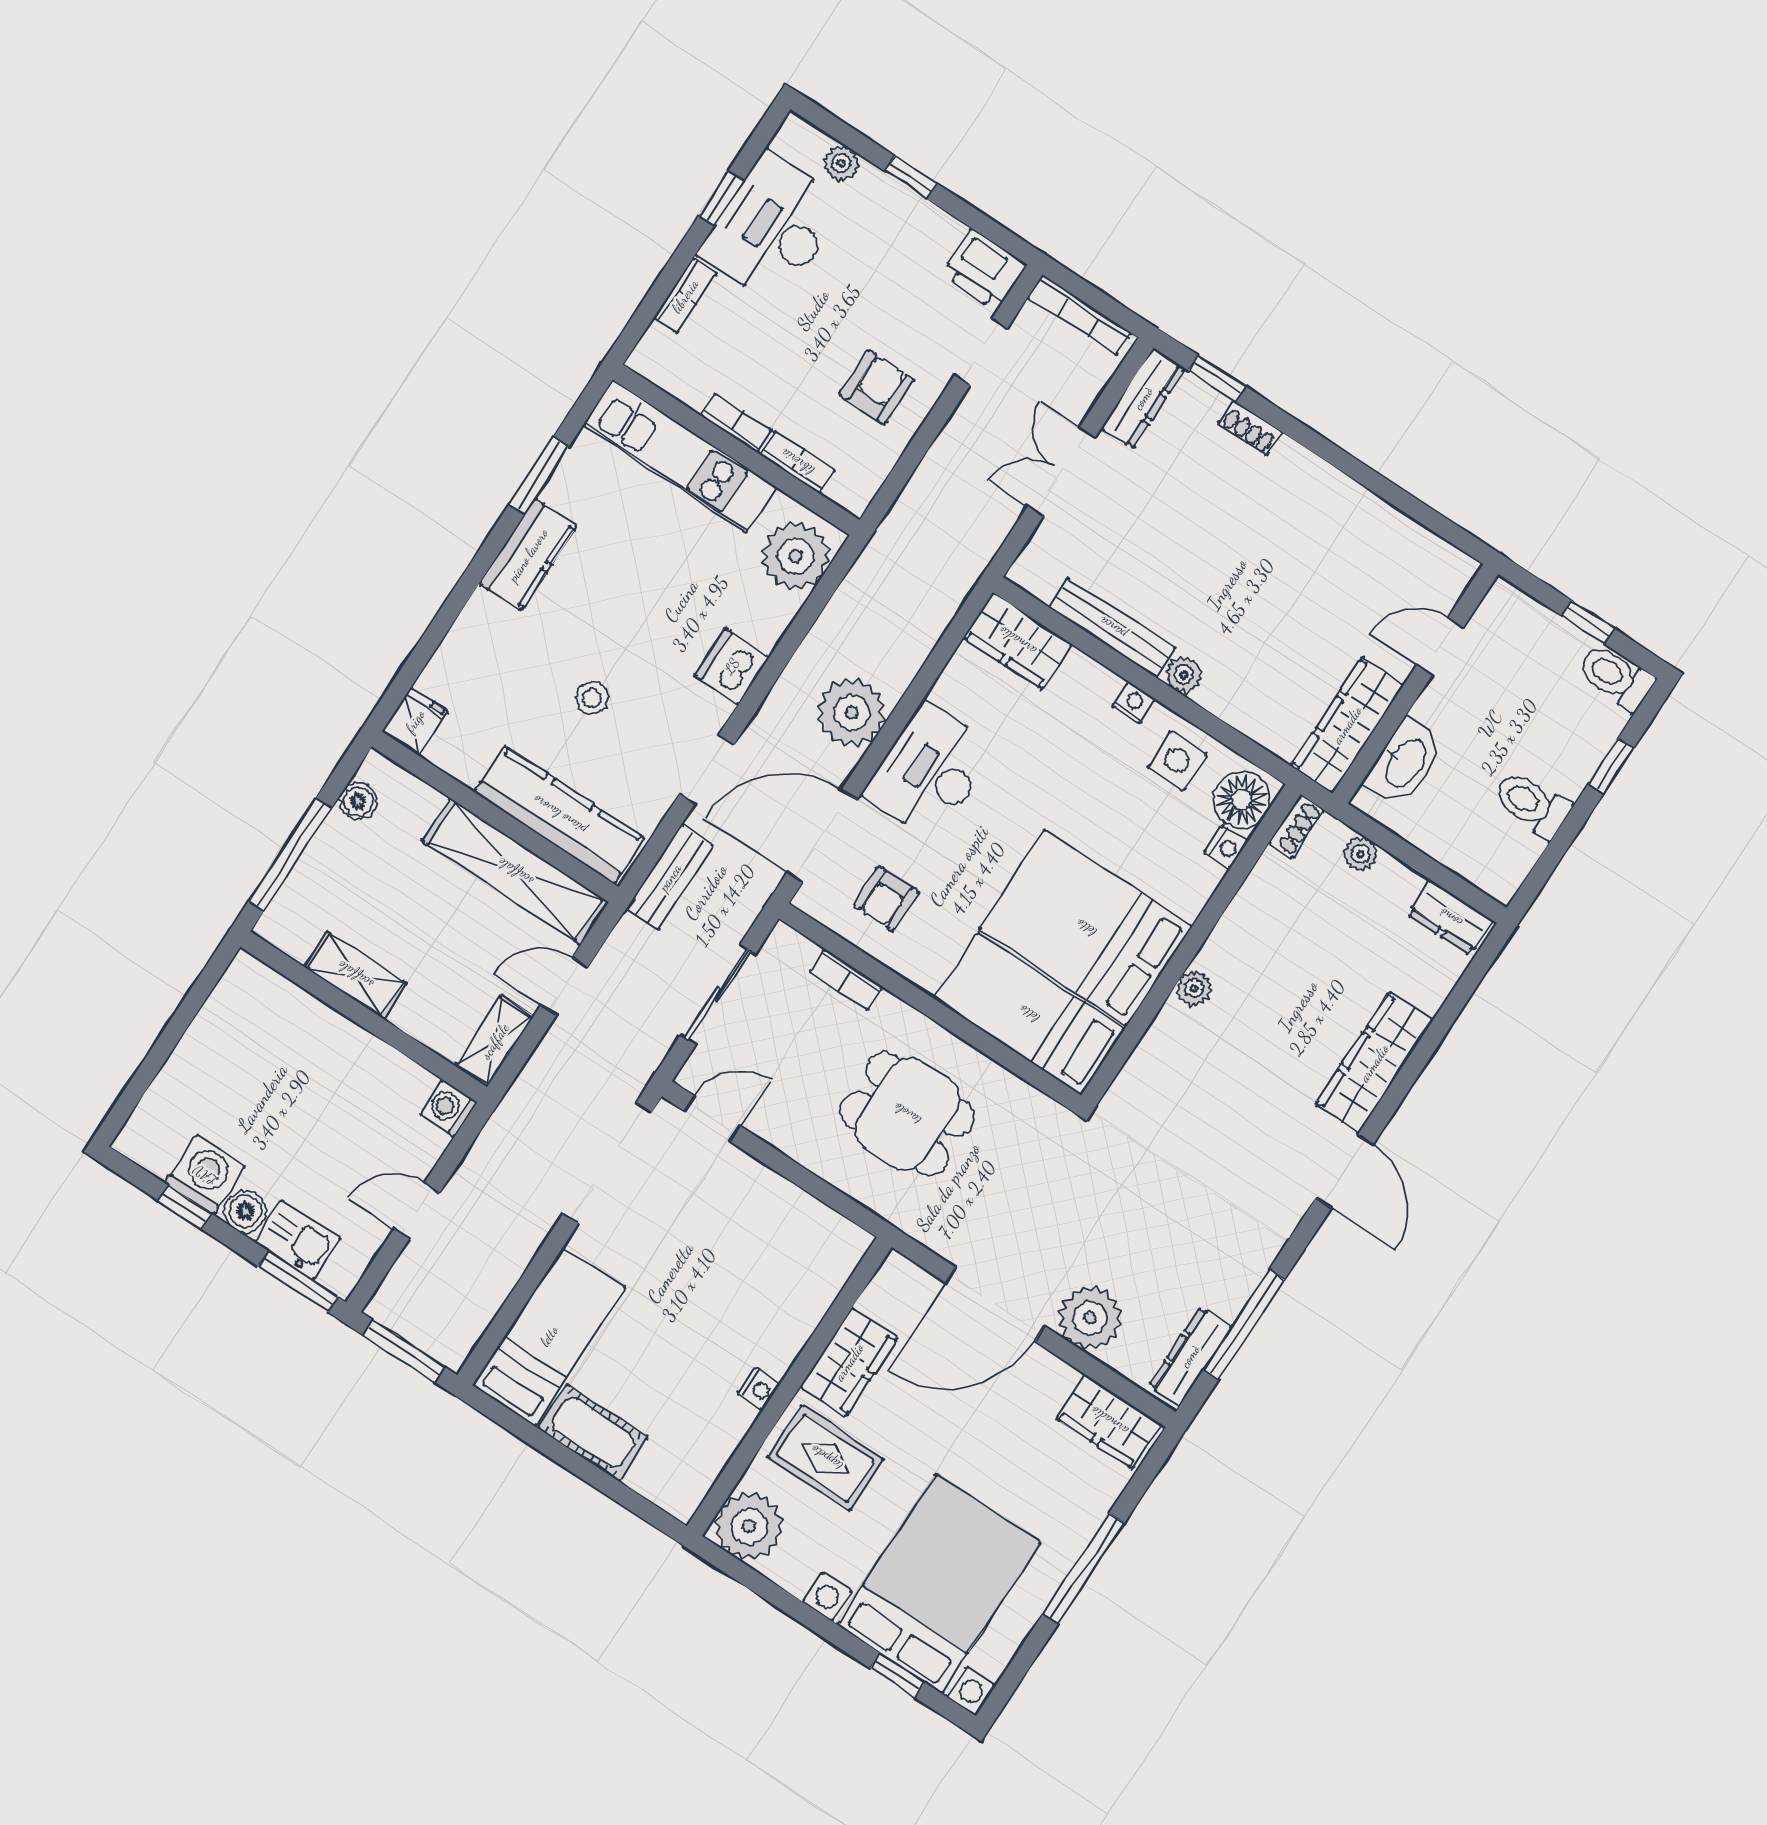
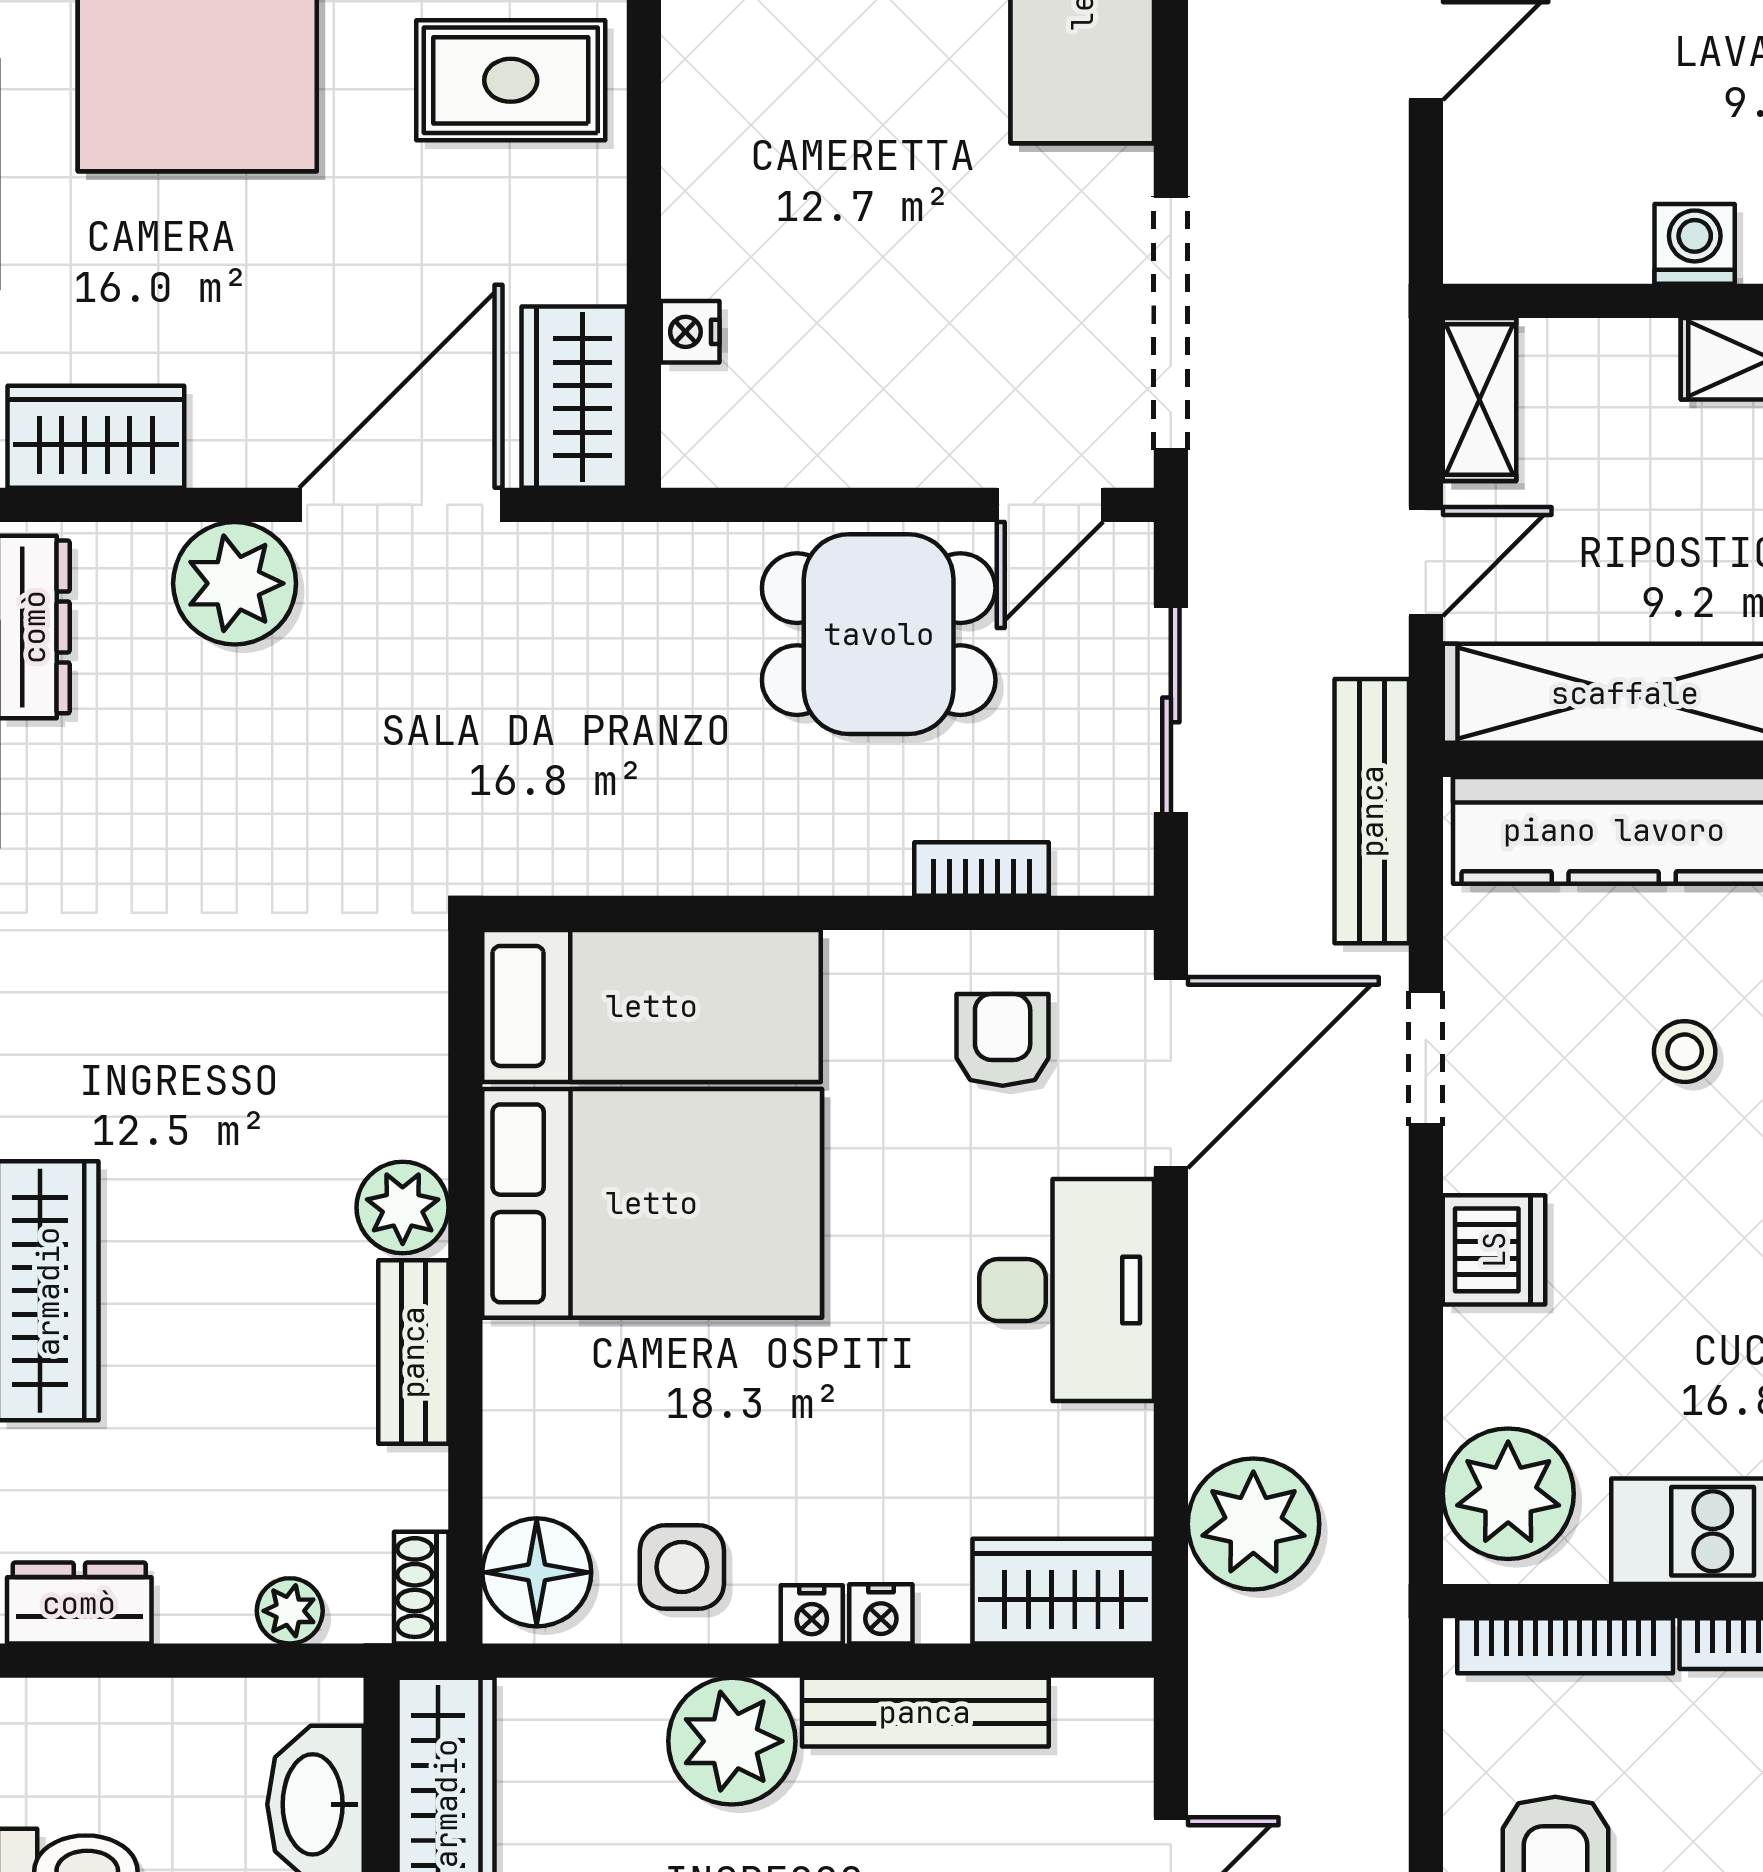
bookcase: (797, 462) -> (1565, 1646), width x1.56
plant: (1184, 675) -> (732, 1741), width x1.87, depth x1.87
plant: (852, 712) -> (1253, 1524), moved
nightstand: (1226, 847) -> (881, 1614), moved, turned -90
bench: (670, 877) -> (1372, 811), width x1.36
bench: (1232, 931) -> (413, 1352), added
plant: (1194, 988) -> (403, 1207), width x1.38, depth x1.38
washing machine: (449, 1108) -> (1695, 244), moved, turned -90
dining table: (907, 1114) -> (879, 634), moved
wardrobe: (849, 1362) -> (574, 397), moved
nightstand: (759, 1389) -> (690, 332), moved

